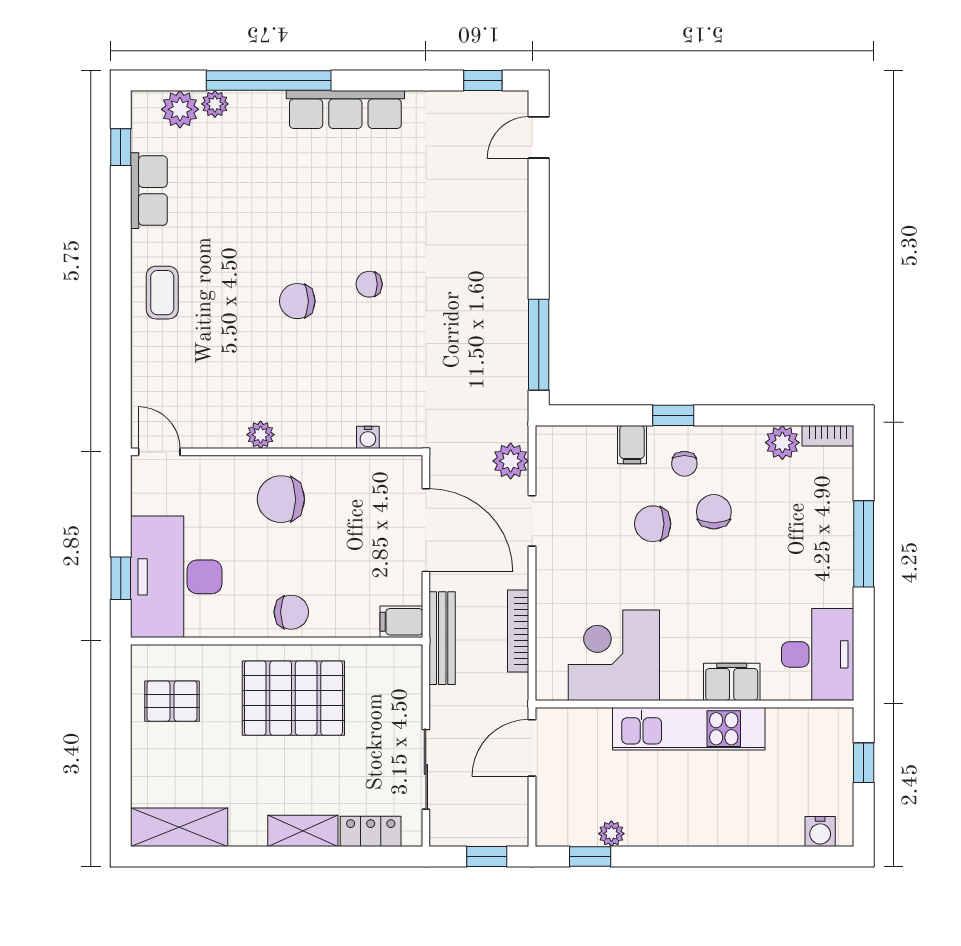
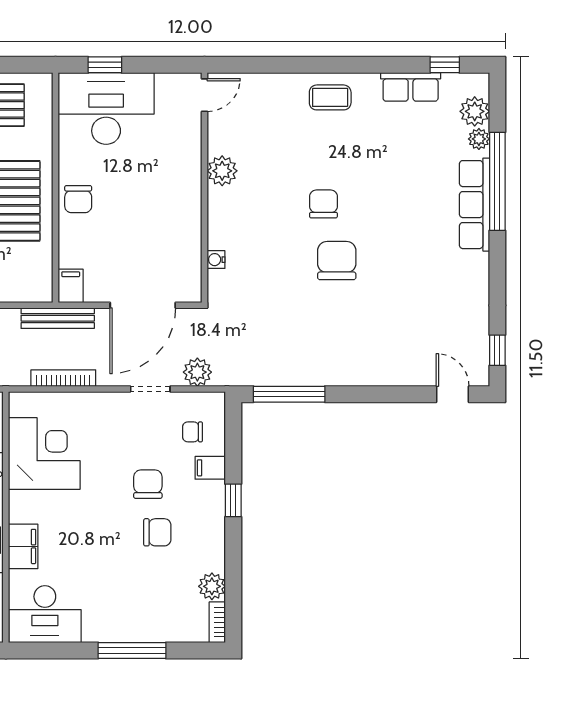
row of seats: (345, 110) -> (474, 205), moved
chair: (369, 284) -> (337, 261), width x1.87, depth x1.87
plant: (261, 435) -> (222, 171), width x1.38, depth x1.38
chair: (684, 464) -> (193, 432), moved
chair: (281, 499) -> (167, 191), removed

